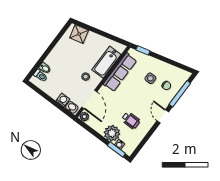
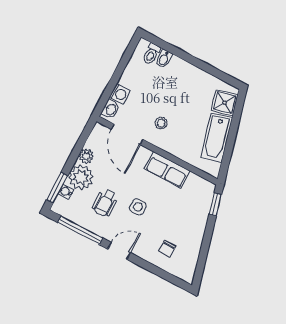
bathtub: (106, 62) -> (216, 138), moved, turned -104
row of seats: (120, 72) -> (167, 170), width x0.68
side table: (150, 78) -> (138, 207), moved
window: (180, 94) -> (80, 230), moved
door: (89, 99) -> (127, 134), hinge flipped
plant: (84, 117) -> (86, 156), moved

